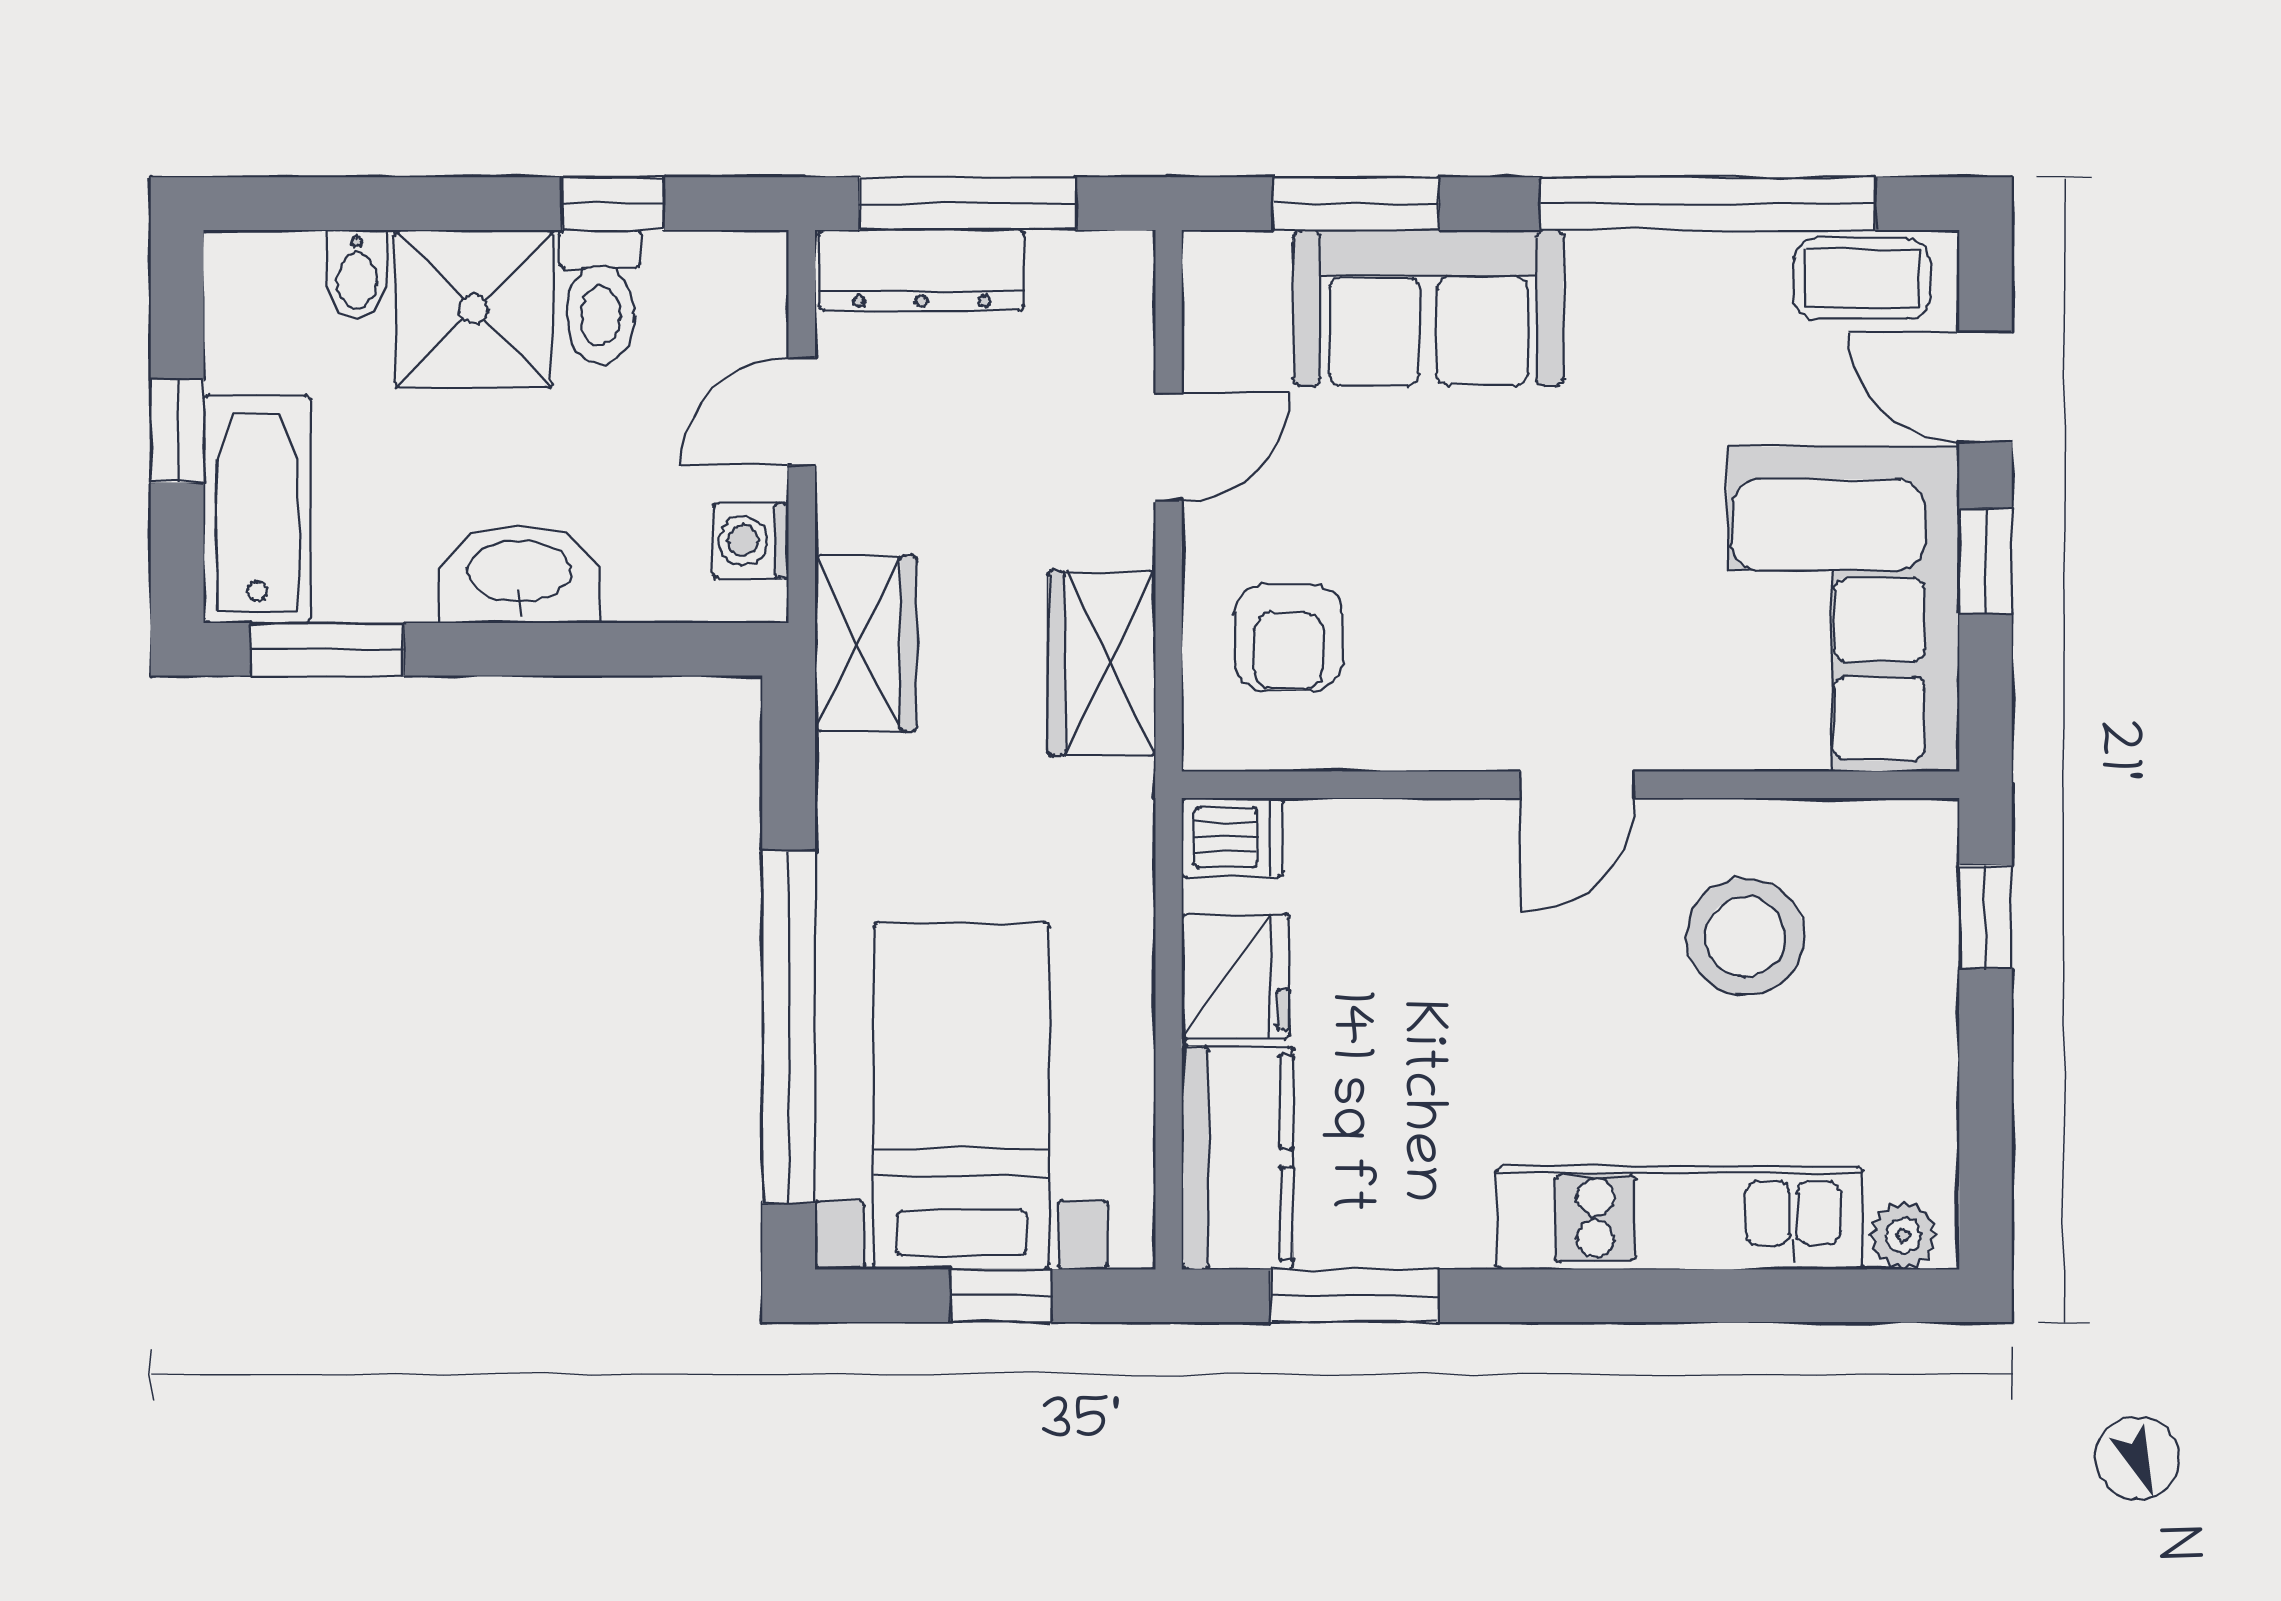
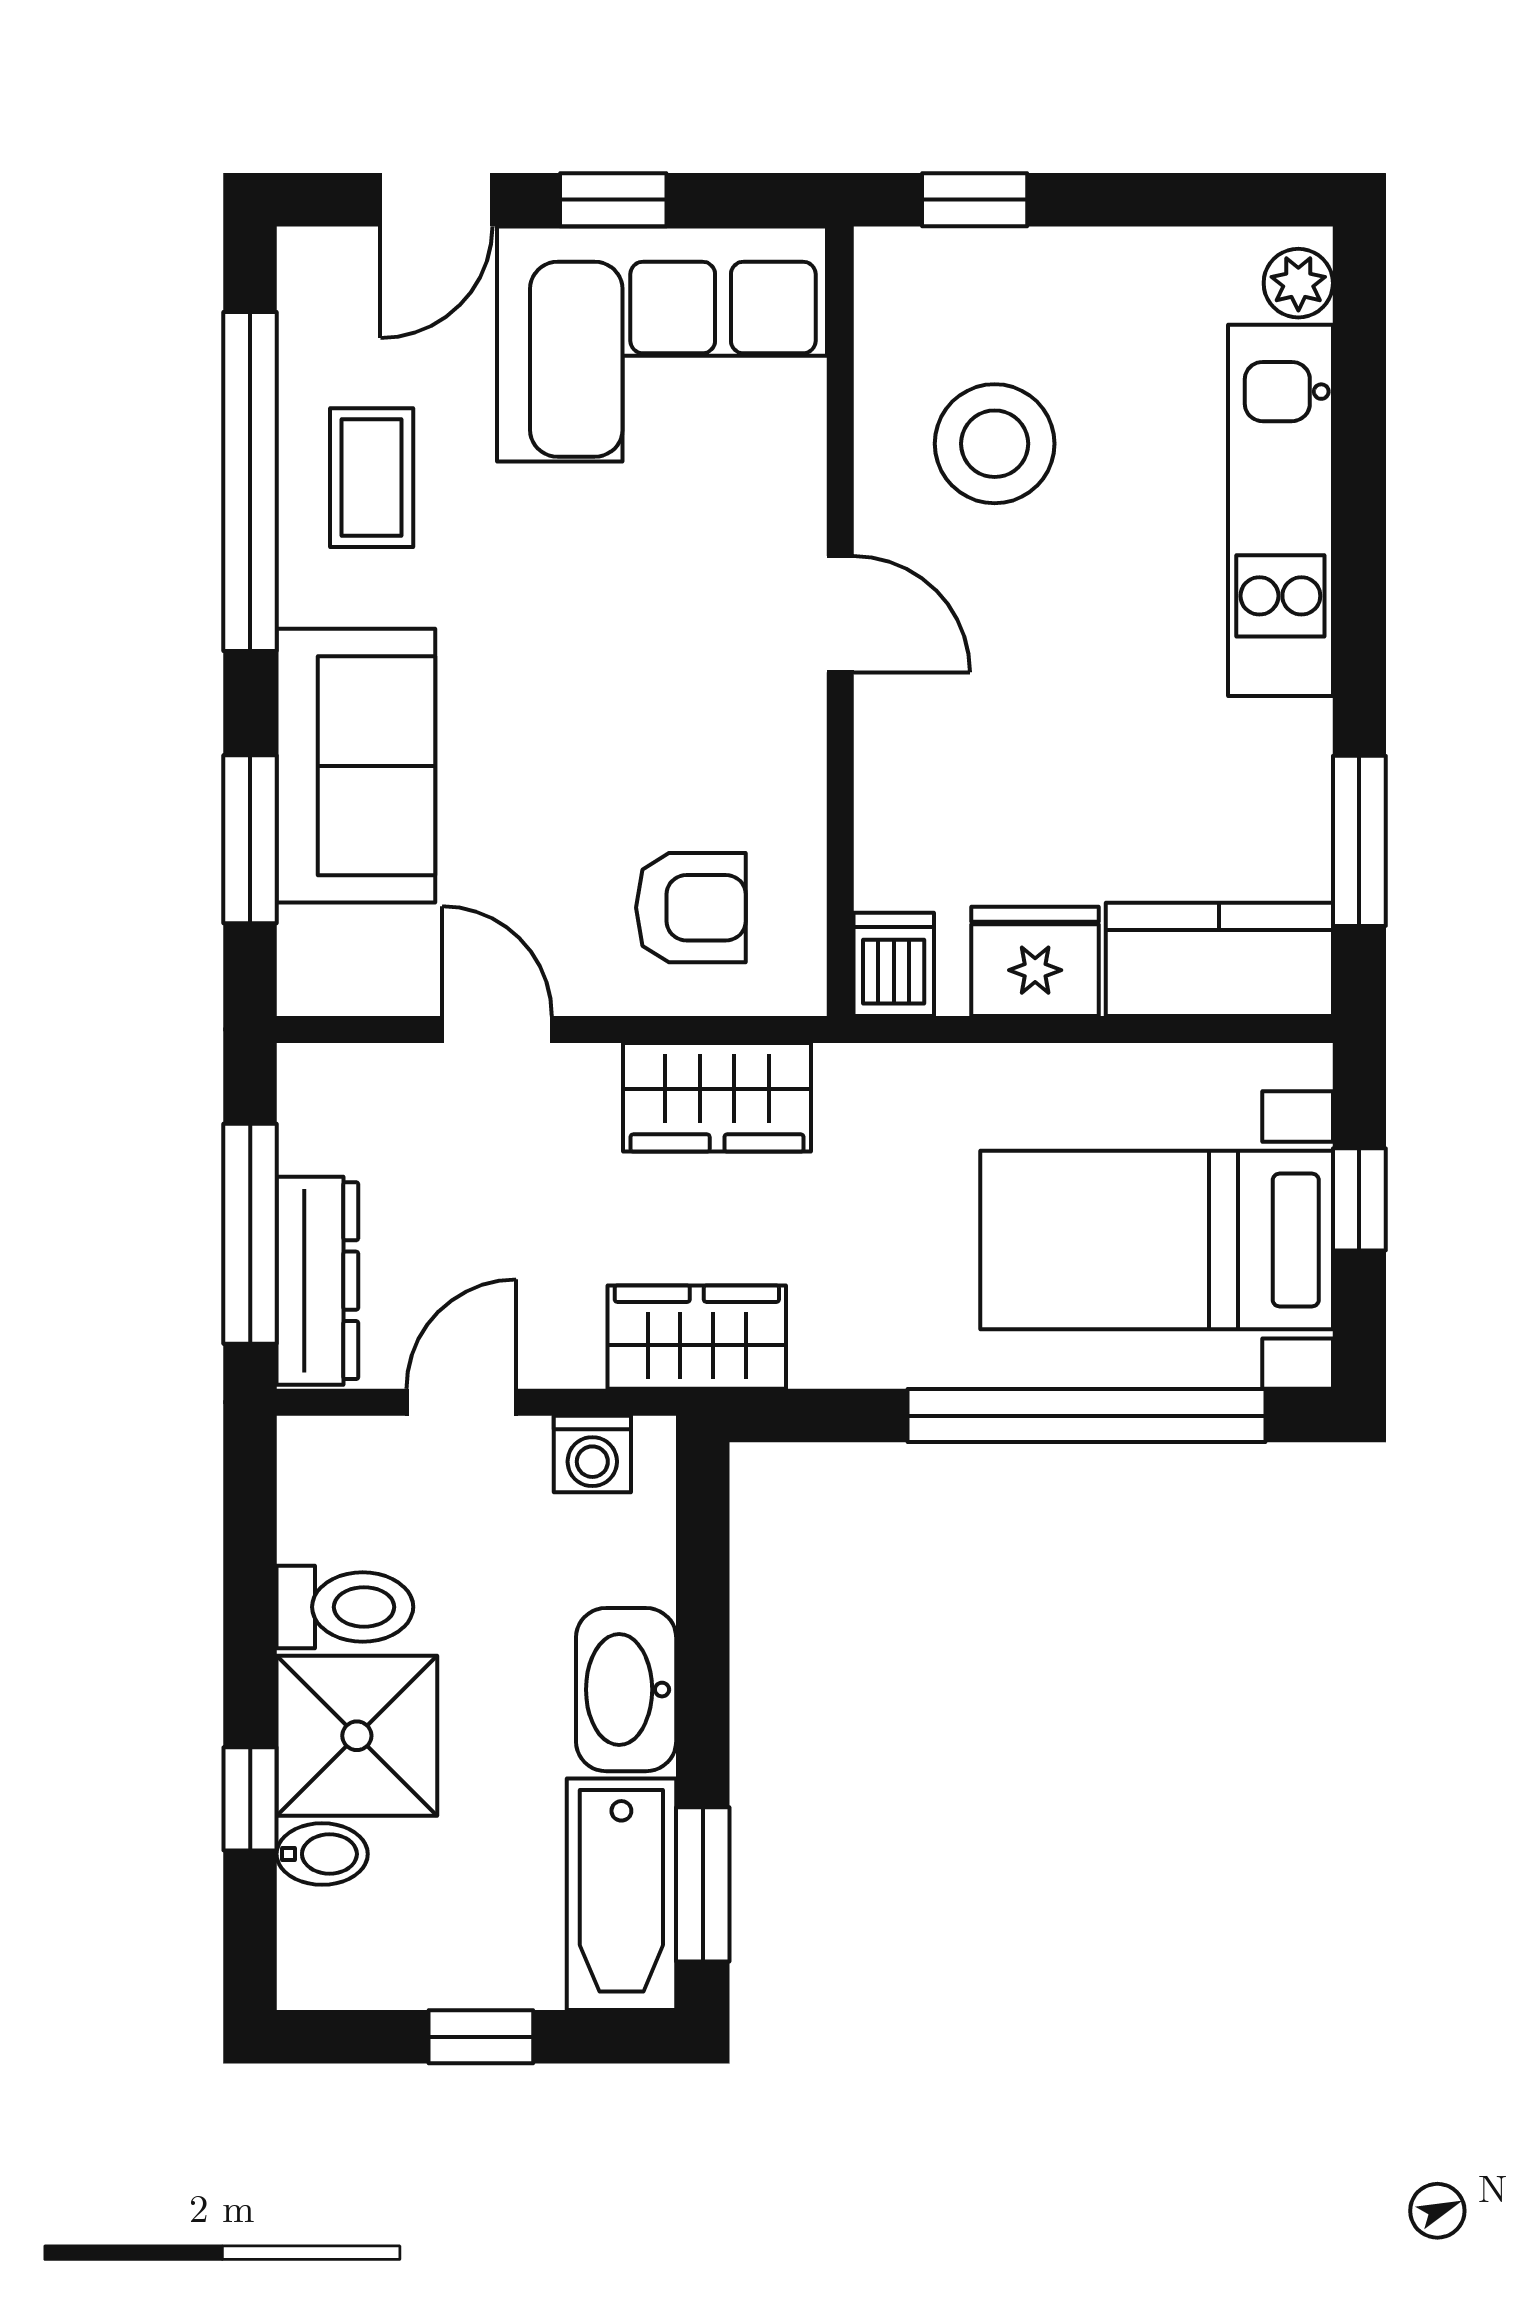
window: (613, 204) -> (250, 1799), moved
coffee table: (1862, 279) -> (372, 478), moved
door: (802, 412) -> (461, 1402), swing flipped
bathtub: (257, 509) -> (621, 1894), moved, turned -90

